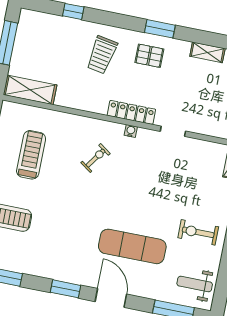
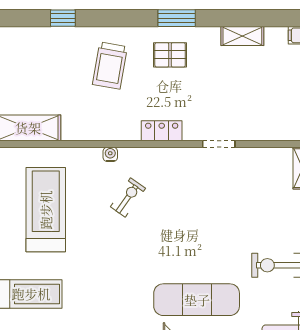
locker: (131, 112) -> (162, 131), width x0.66
water cooler: (131, 131) -> (110, 154), moved
treadmill: (31, 155) -> (46, 210), width x1.37, depth x1.38

